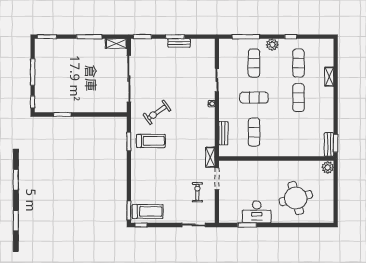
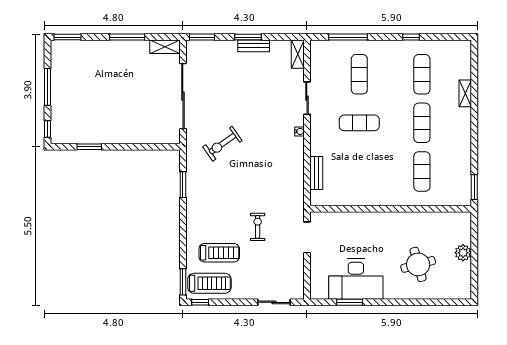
plant: (272, 45) -> (385, 48), removed
exercise mat: (254, 132) -> (422, 171), moved
treadmill: (151, 141) -> (219, 253), moved
bench: (329, 145) -> (465, 189), removed
shelving: (210, 157) -> (298, 54), moved
plant: (328, 167) -> (463, 253), moved
exercise bike: (197, 192) -> (258, 227), moved
round table: (296, 198) -> (418, 264), width x0.73, depth x0.73
desk: (257, 212) -> (356, 279), width x1.36, depth x1.30

